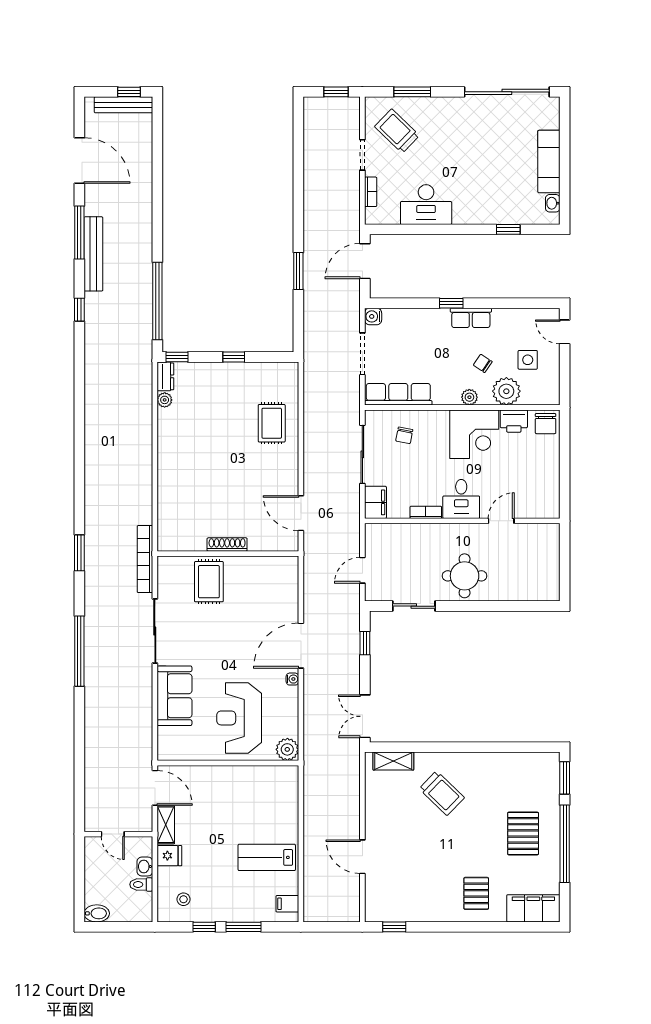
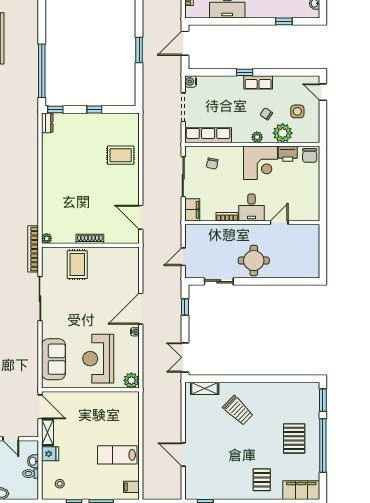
plant: (165, 400) -> (47, 238), moved
rug: (272, 423) -> (121, 155), turned 90
sofa: (174, 696) -> (54, 359), moved

